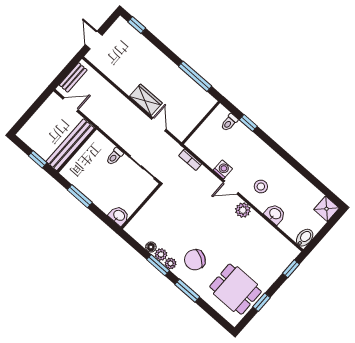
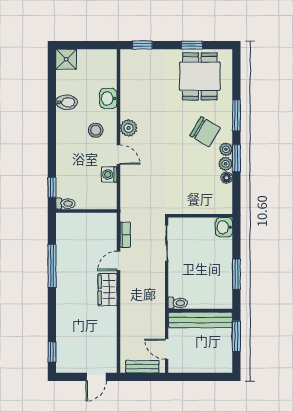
wall: (201, 123) -> (86, 211), moved
toilet: (115, 156) -> (178, 303), moved
window: (38, 159) -> (236, 336), width x1.50
bookcase: (190, 160) -> (125, 235), moved
bidet: (305, 238) -> (67, 102), moved, turned 180

